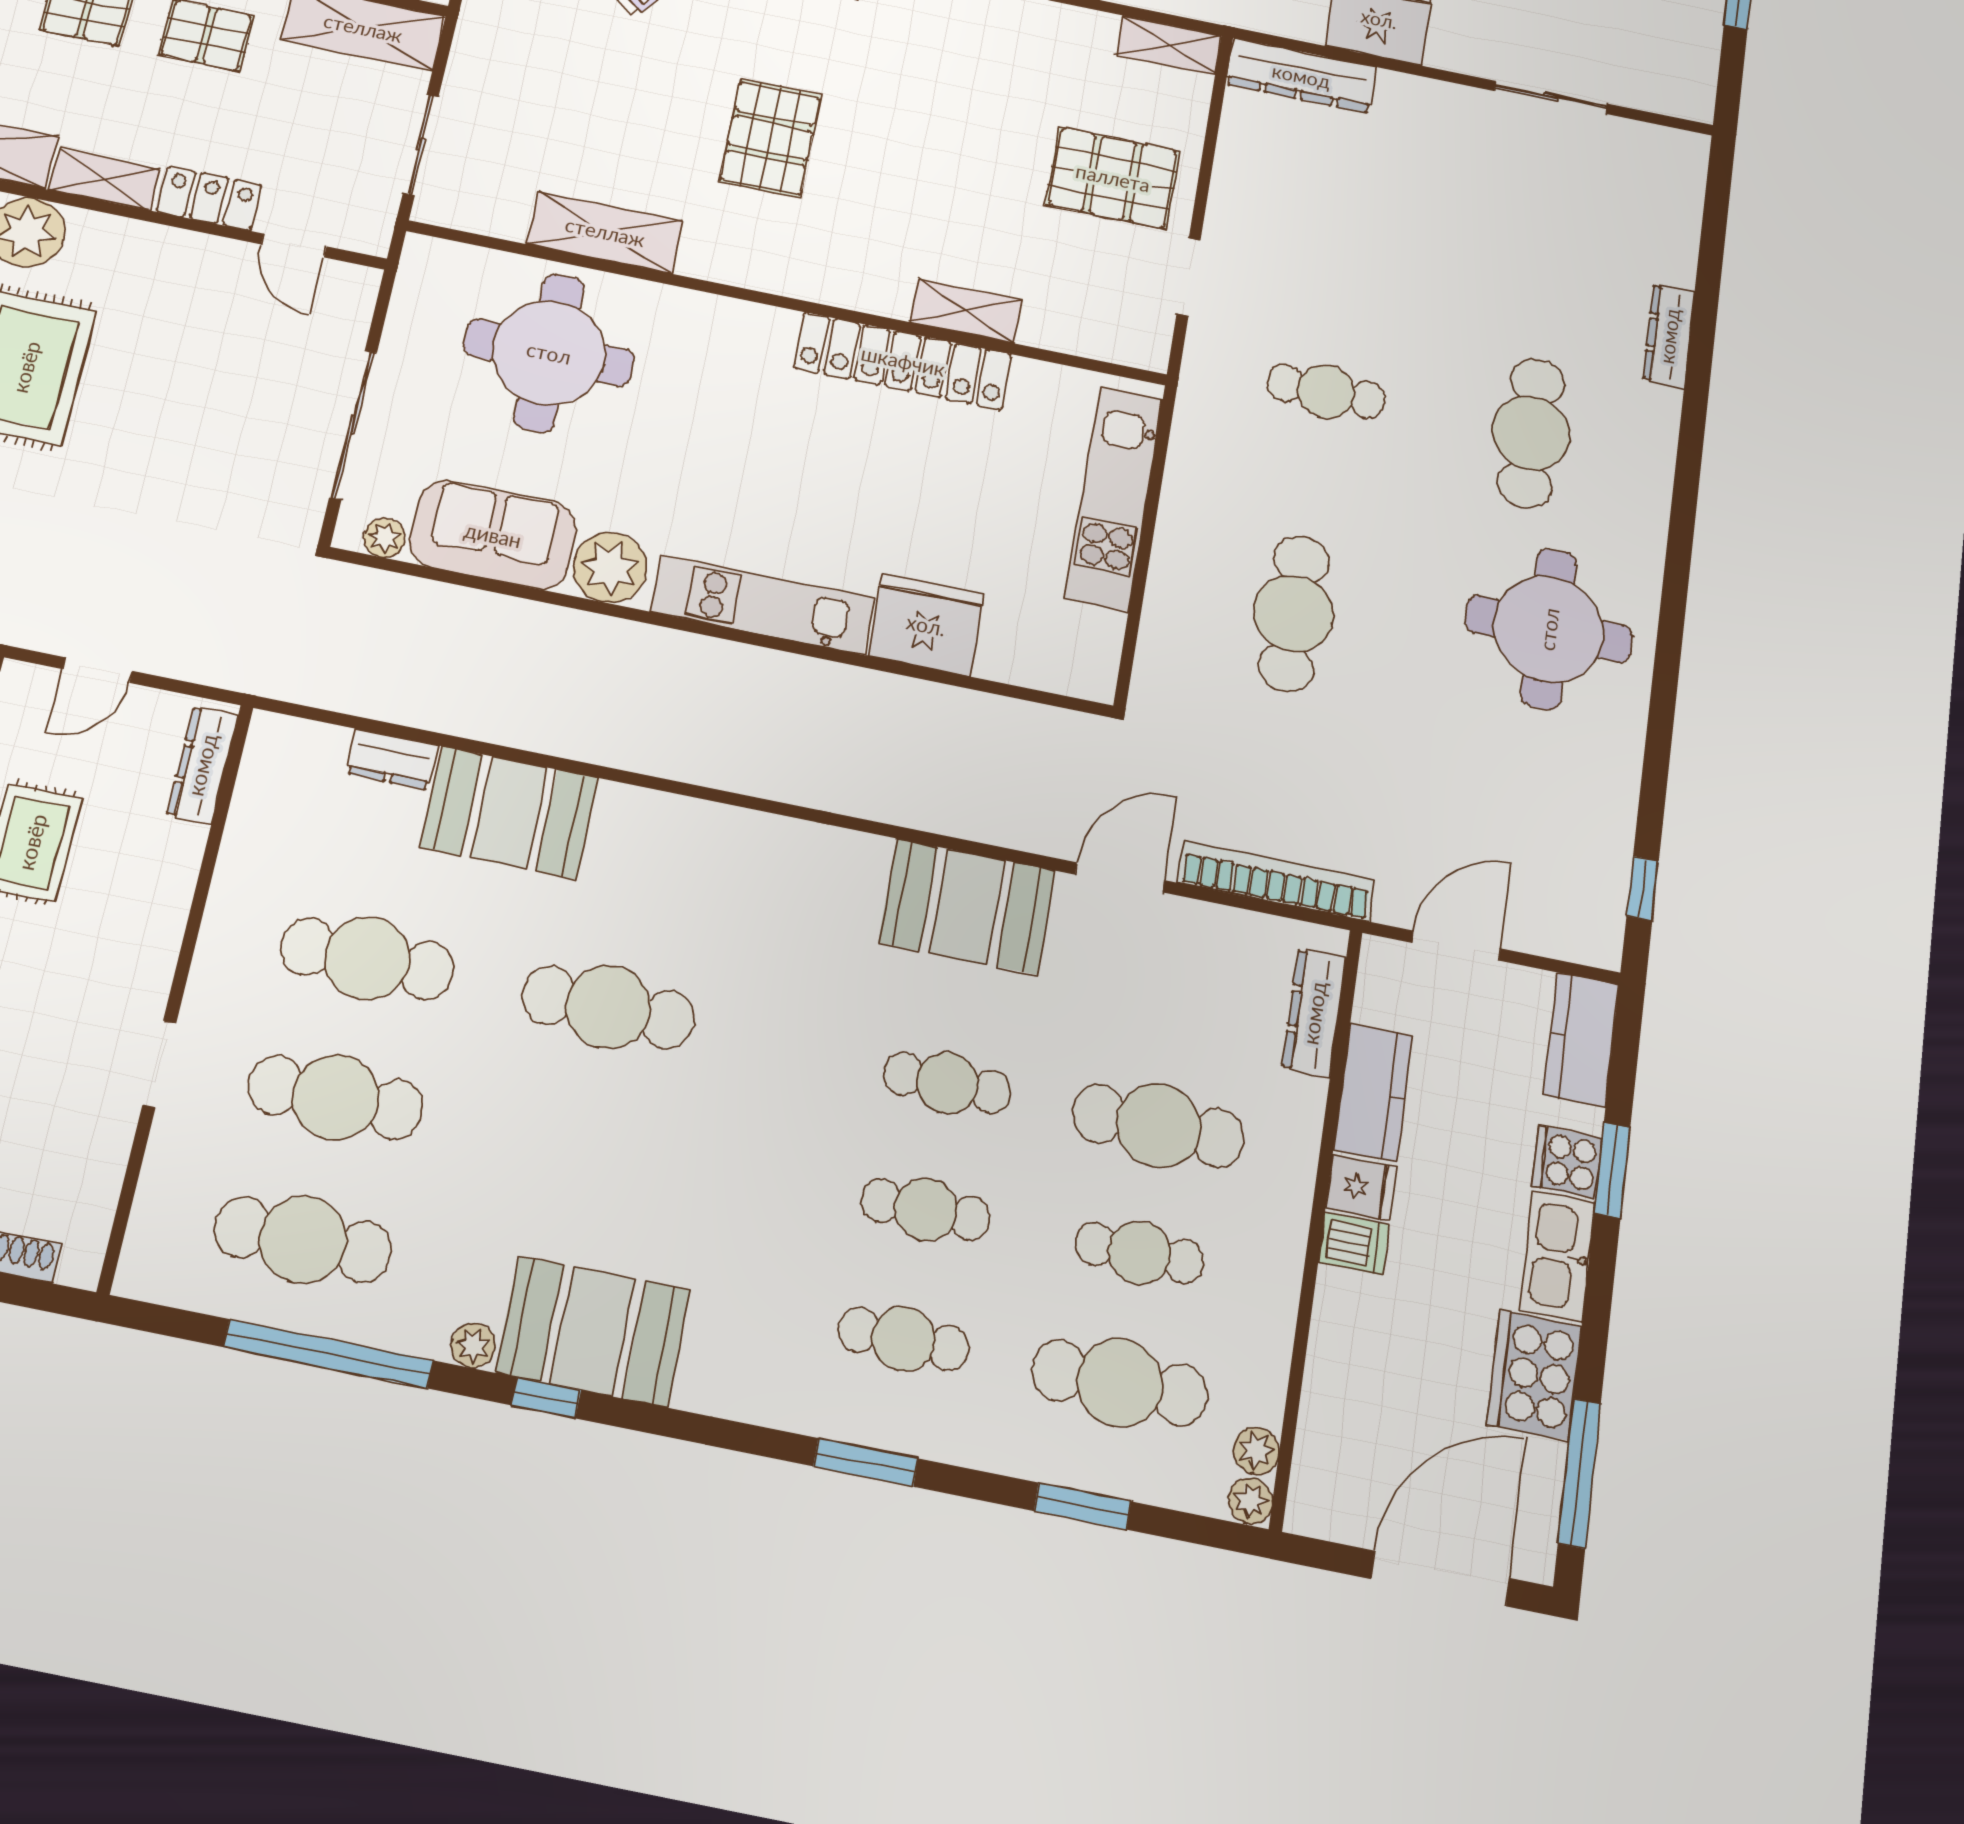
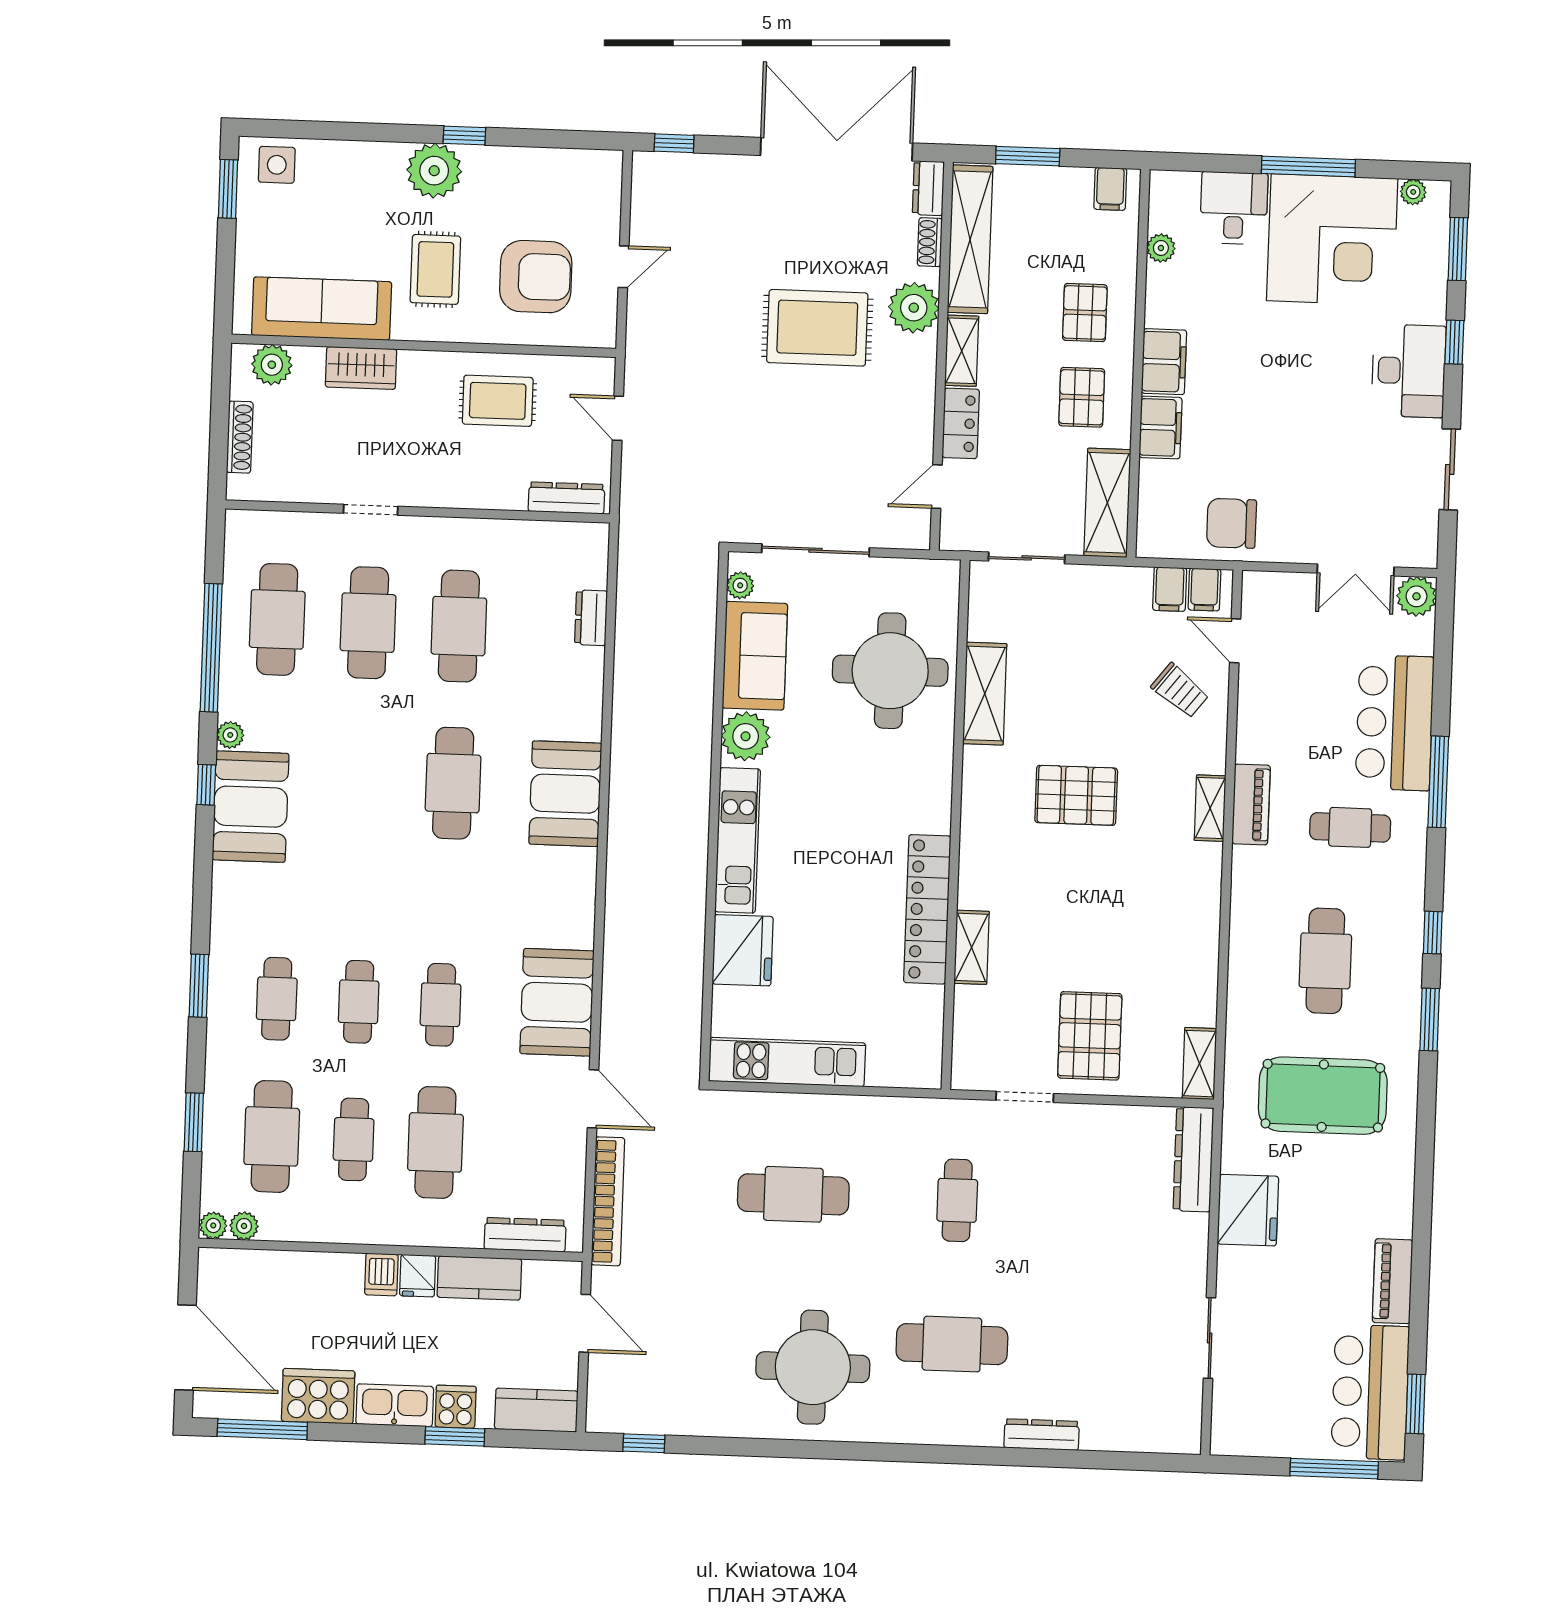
kitchen unit: (1114, 497) -> (787, 1062), moved
booth: (509, 813) -> (565, 794), moved

